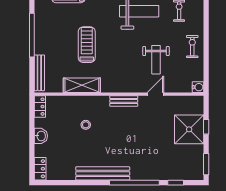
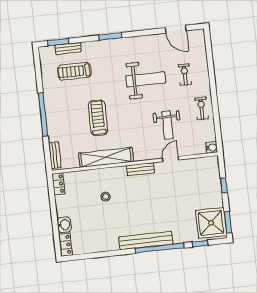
bench: (39, 73) -> (55, 155), width x0.73
shelving: (82, 85) -> (106, 157), width x1.47
shower: (189, 129) -> (211, 223), moved
washbasin: (41, 136) -> (64, 225), moved
bench: (103, 173) -> (146, 240), moved

